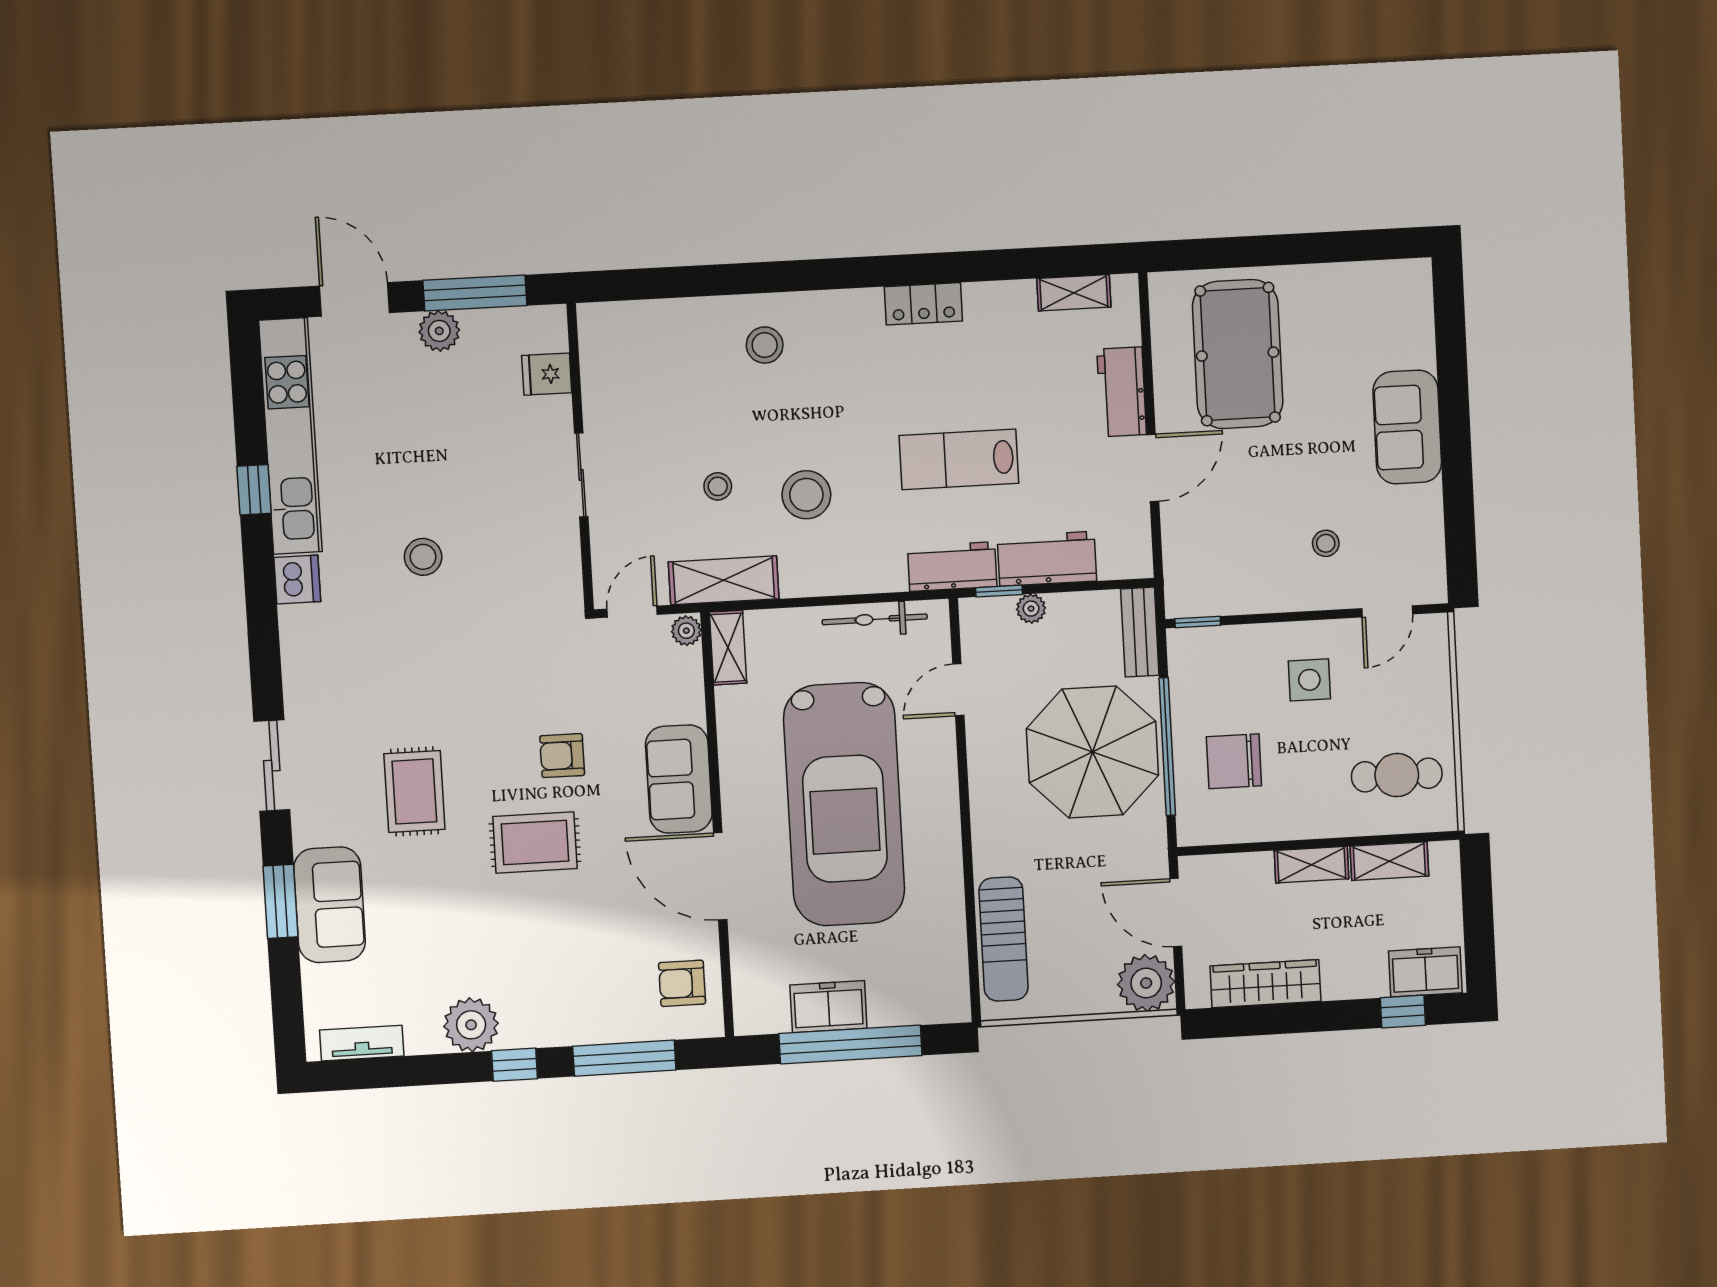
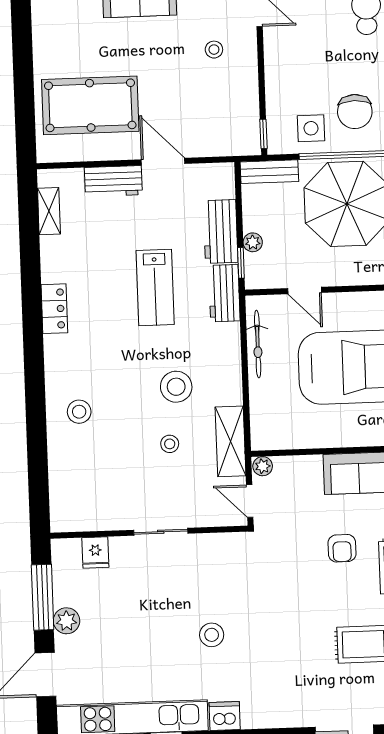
shelving: (728, 648) -> (274, 439), removed
side table: (1309, 680) -> (311, 128), moved

